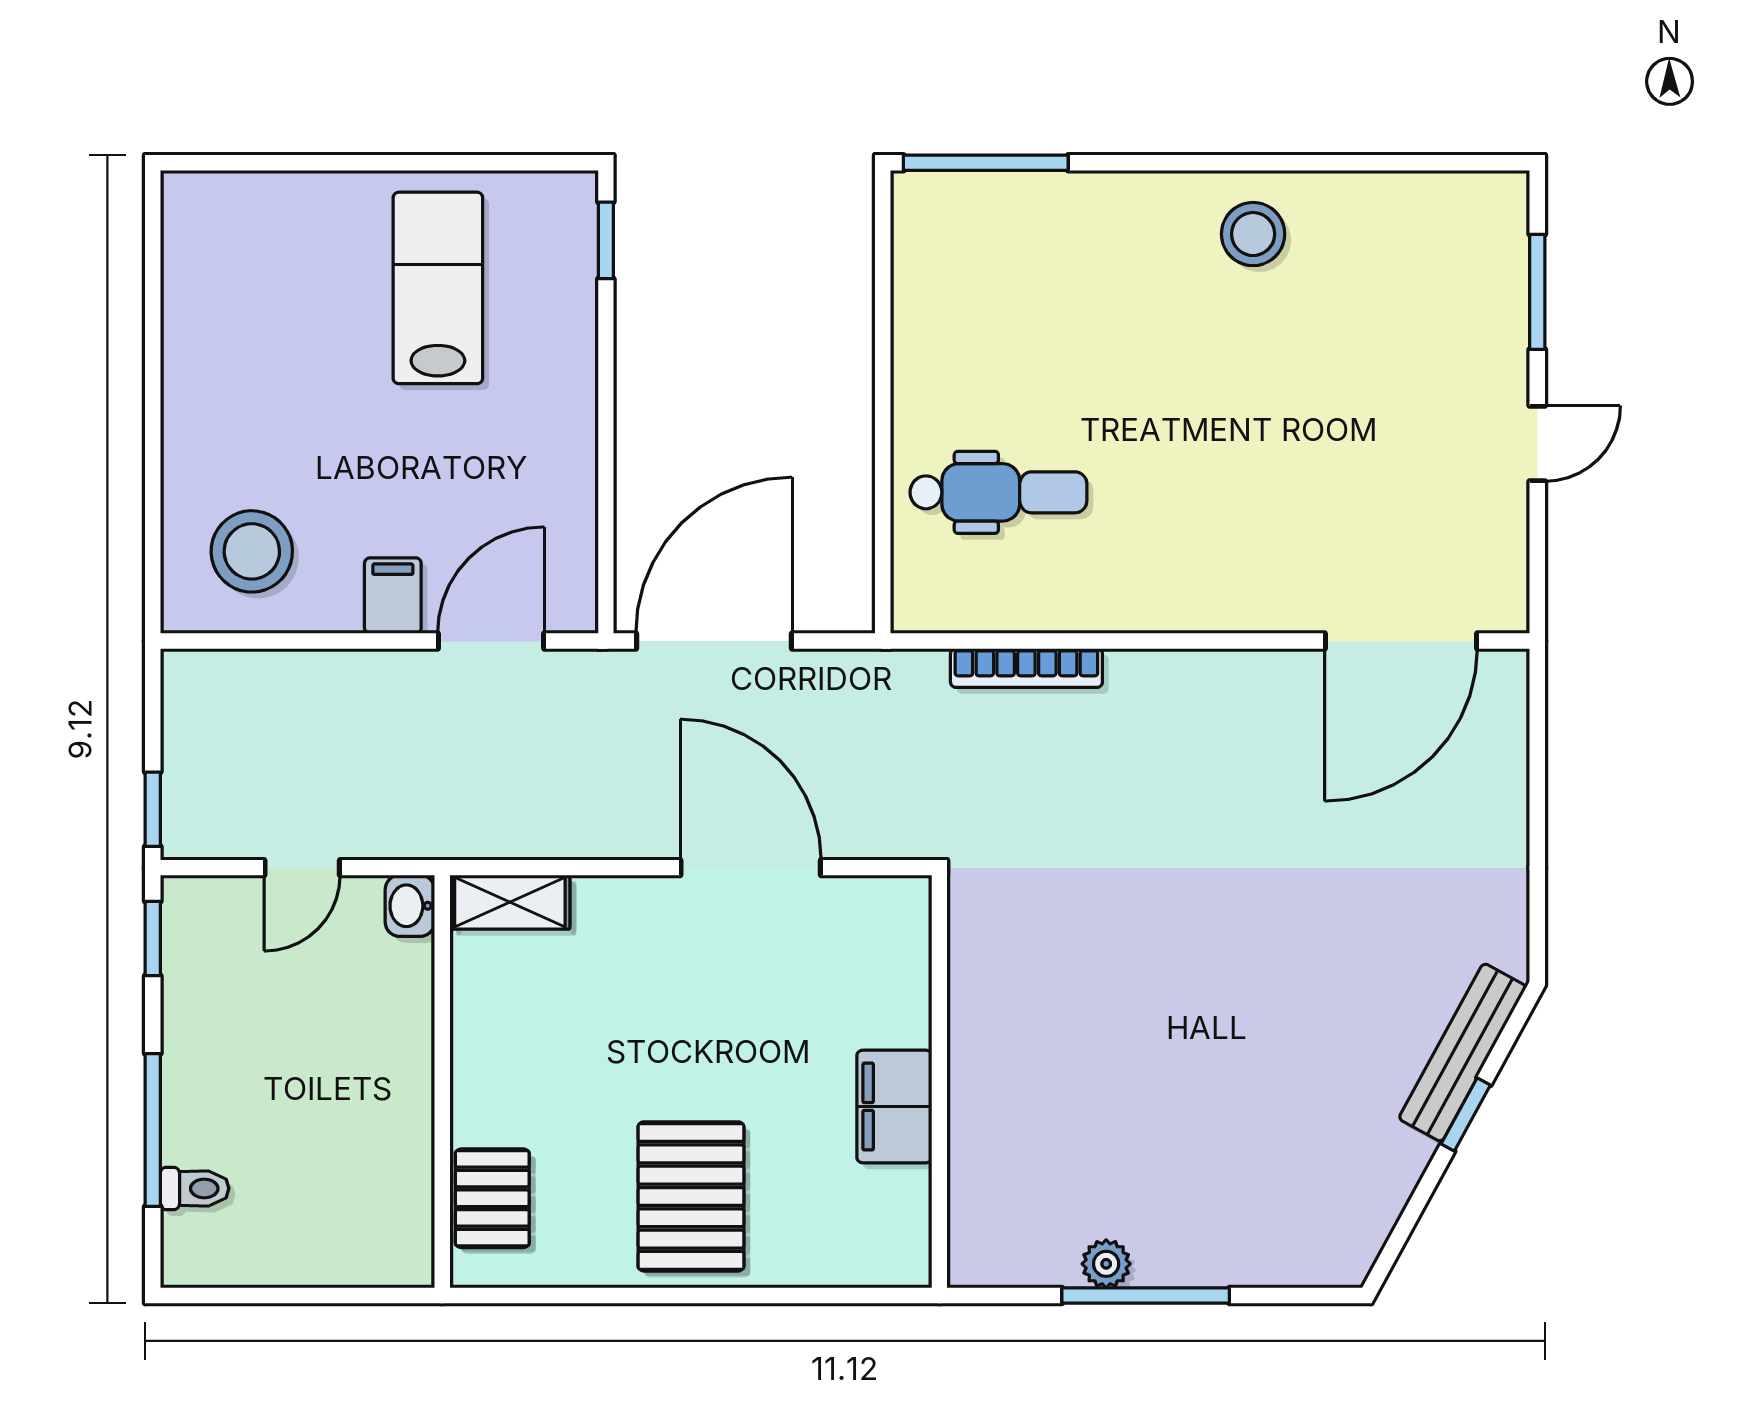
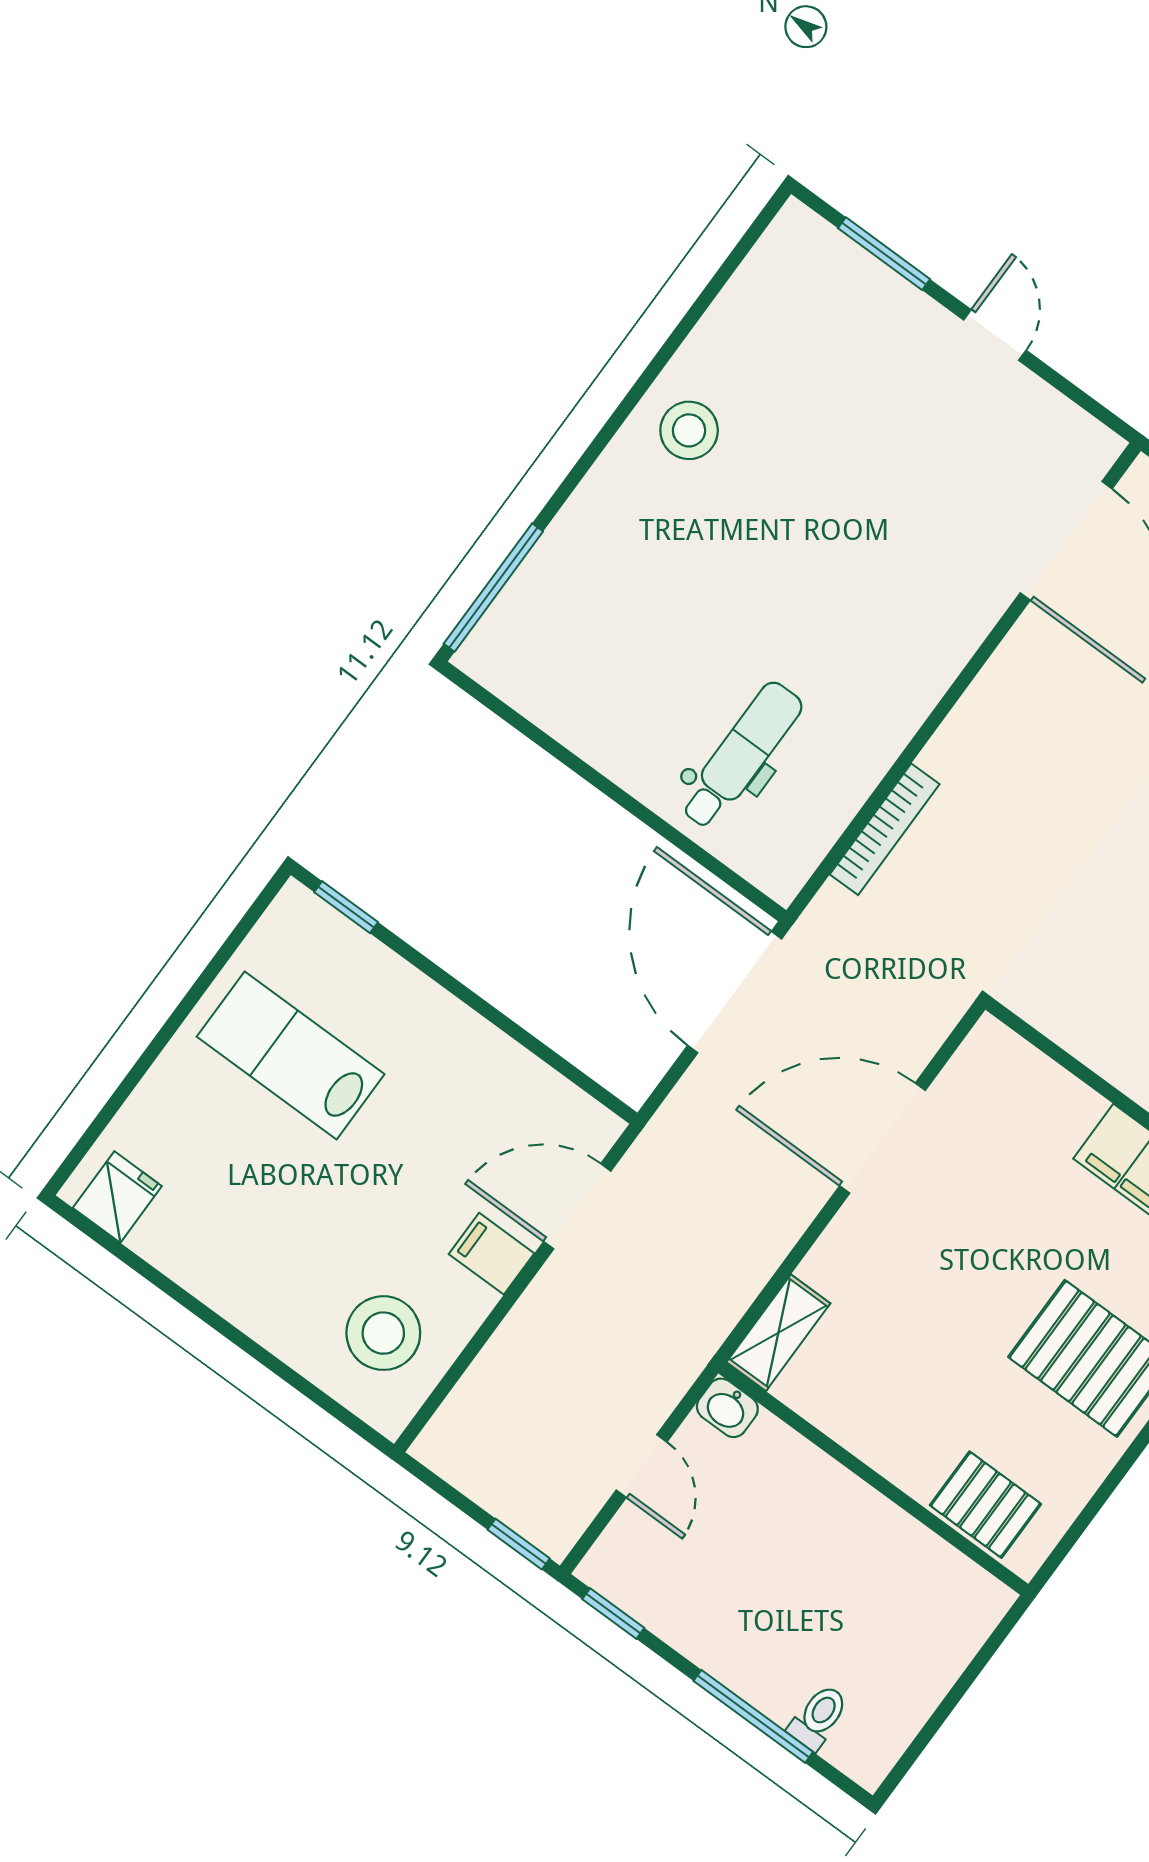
fridge: (199, 226) -> (117, 1197), added
door: (491, 641) -> (577, 1206), hinge flipped
door: (714, 641) -> (735, 992), moved

